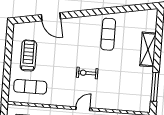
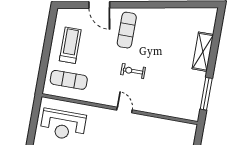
exercise mat: (108, 34) -> (127, 30), moved
door: (83, 109) -> (124, 110), hinge flipped

